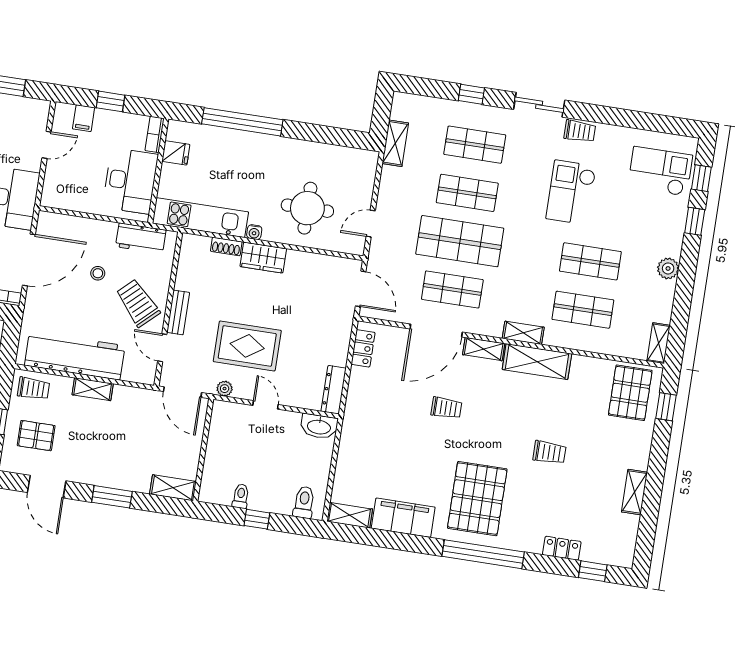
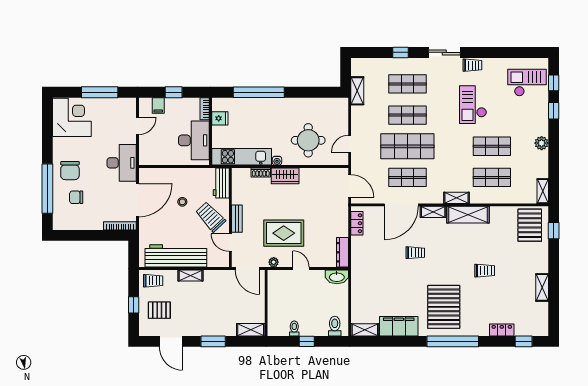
workbench: (141, 238) -> (221, 183), moved, turned 90

